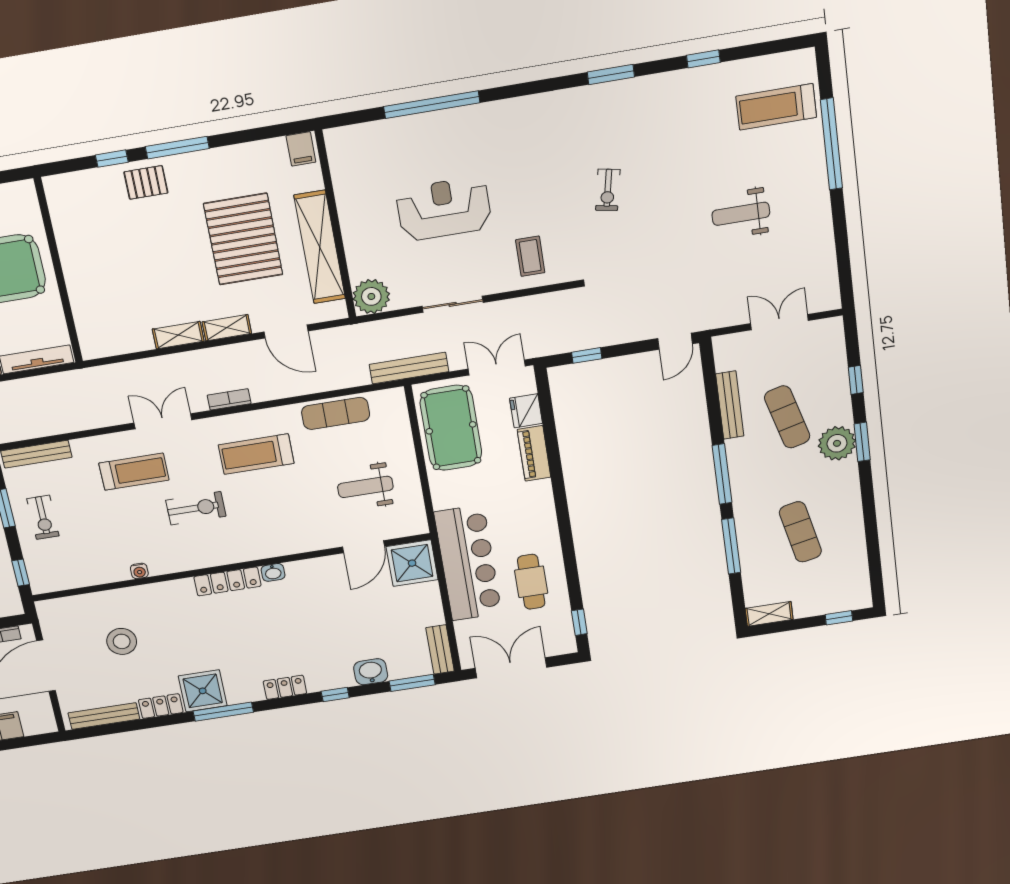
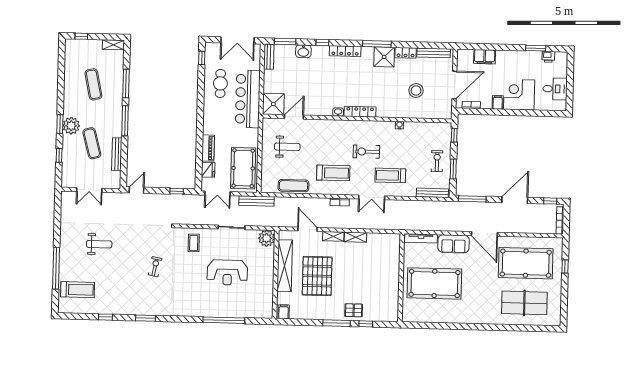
locker: (285, 687) -> (345, 51), width x1.53

